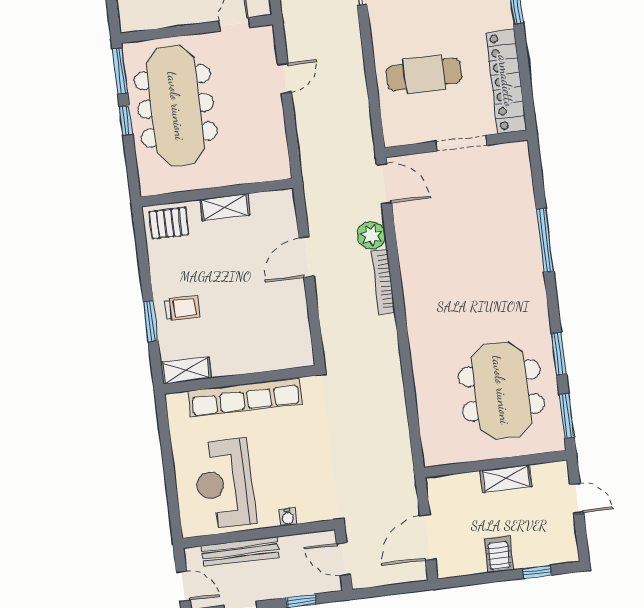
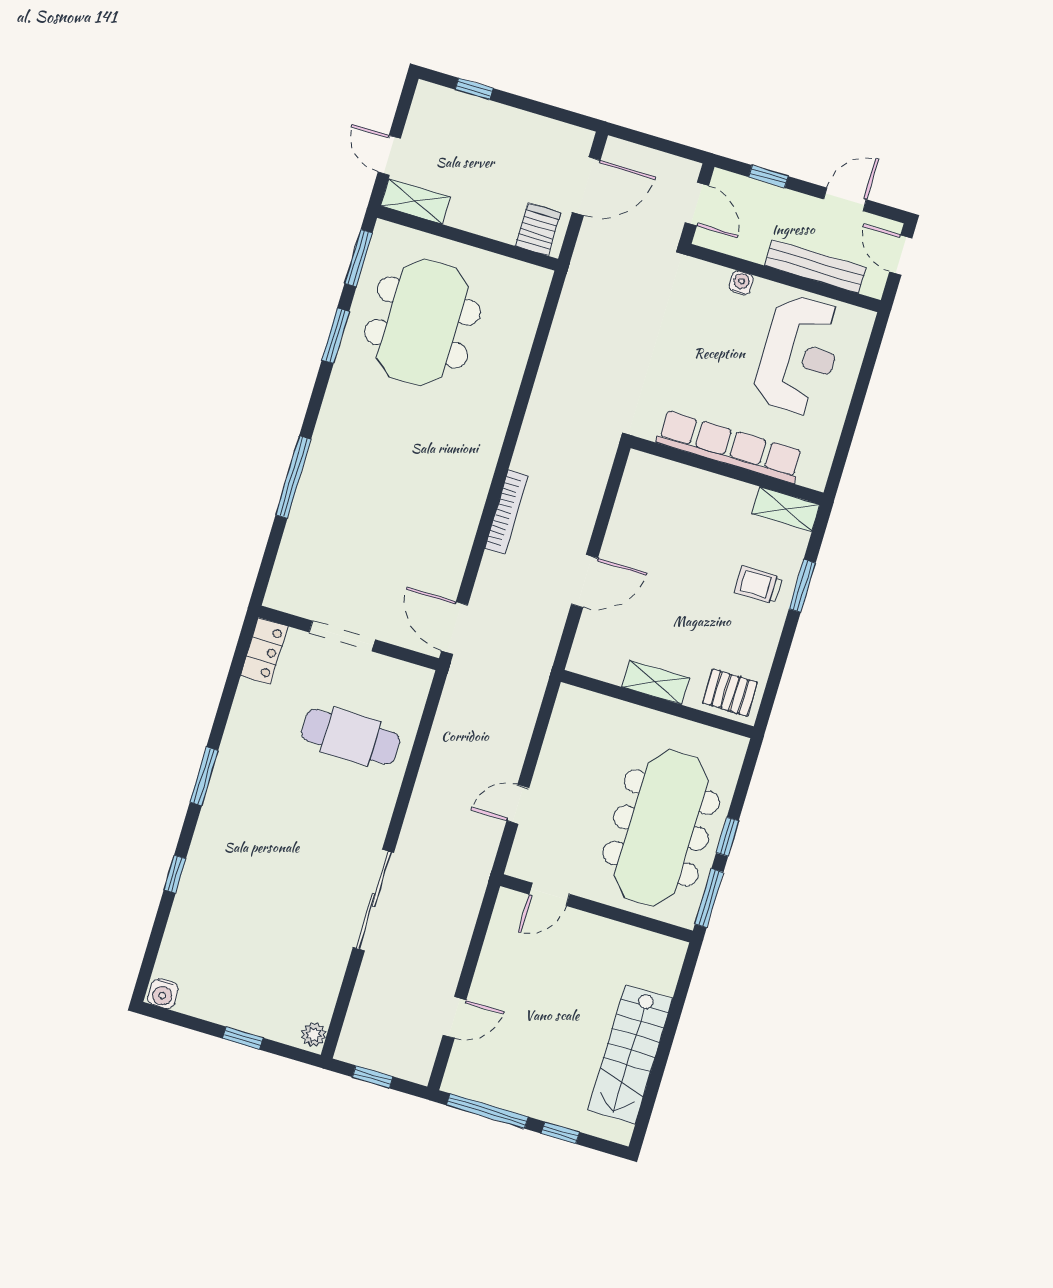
locker: (506, 81) -> (264, 651), width x0.46, depth x0.83
plant: (371, 235) -> (496, 573), removed
shelving: (506, 479) -> (415, 201), moved
server rack: (499, 554) -> (538, 229), moved, turned 180

